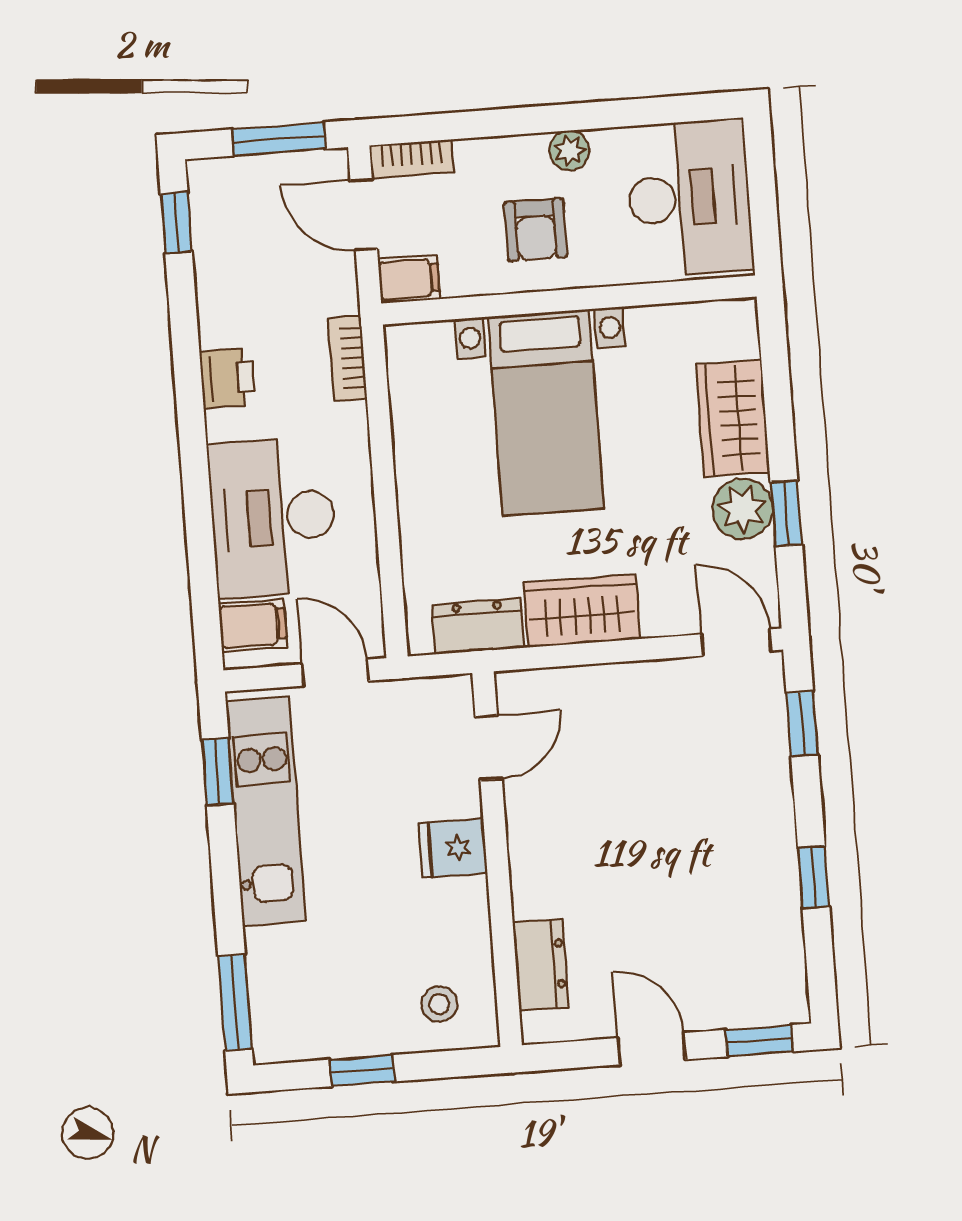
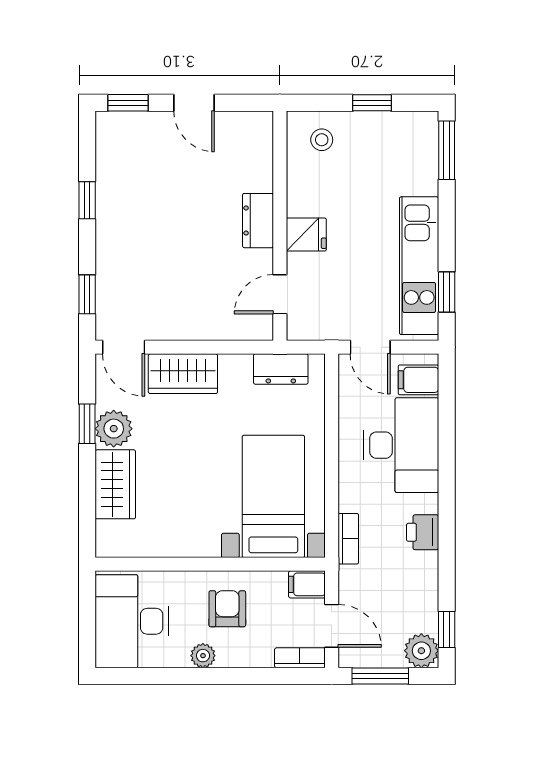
plant: (215, 185) -> (421, 651), added
bed with nightstands: (546, 413) -> (273, 496), moved
wardrobe: (582, 611) -> (183, 374), moved
dresser: (541, 965) -> (258, 221), moved

